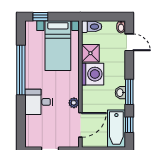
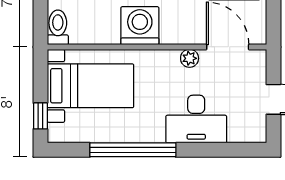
shower: (90, 53) -> (104, 30), removed
desk: (39, 102) -> (196, 119), width x1.37

